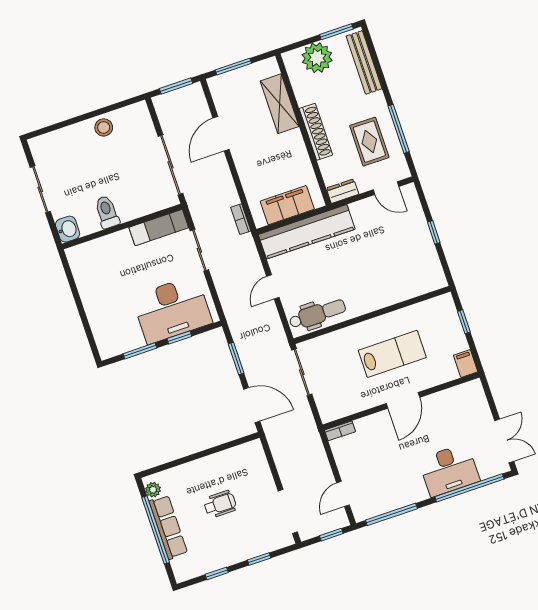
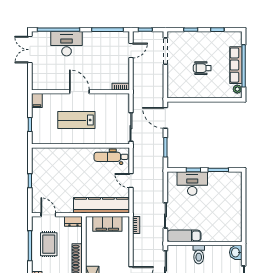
toilet: (107, 212) -> (199, 255), moved
door: (273, 287) -> (131, 181), swing flipped
desk: (172, 310) -> (192, 184), width x0.73, depth x0.77
door: (403, 400) -> (79, 92), hinge flipped

